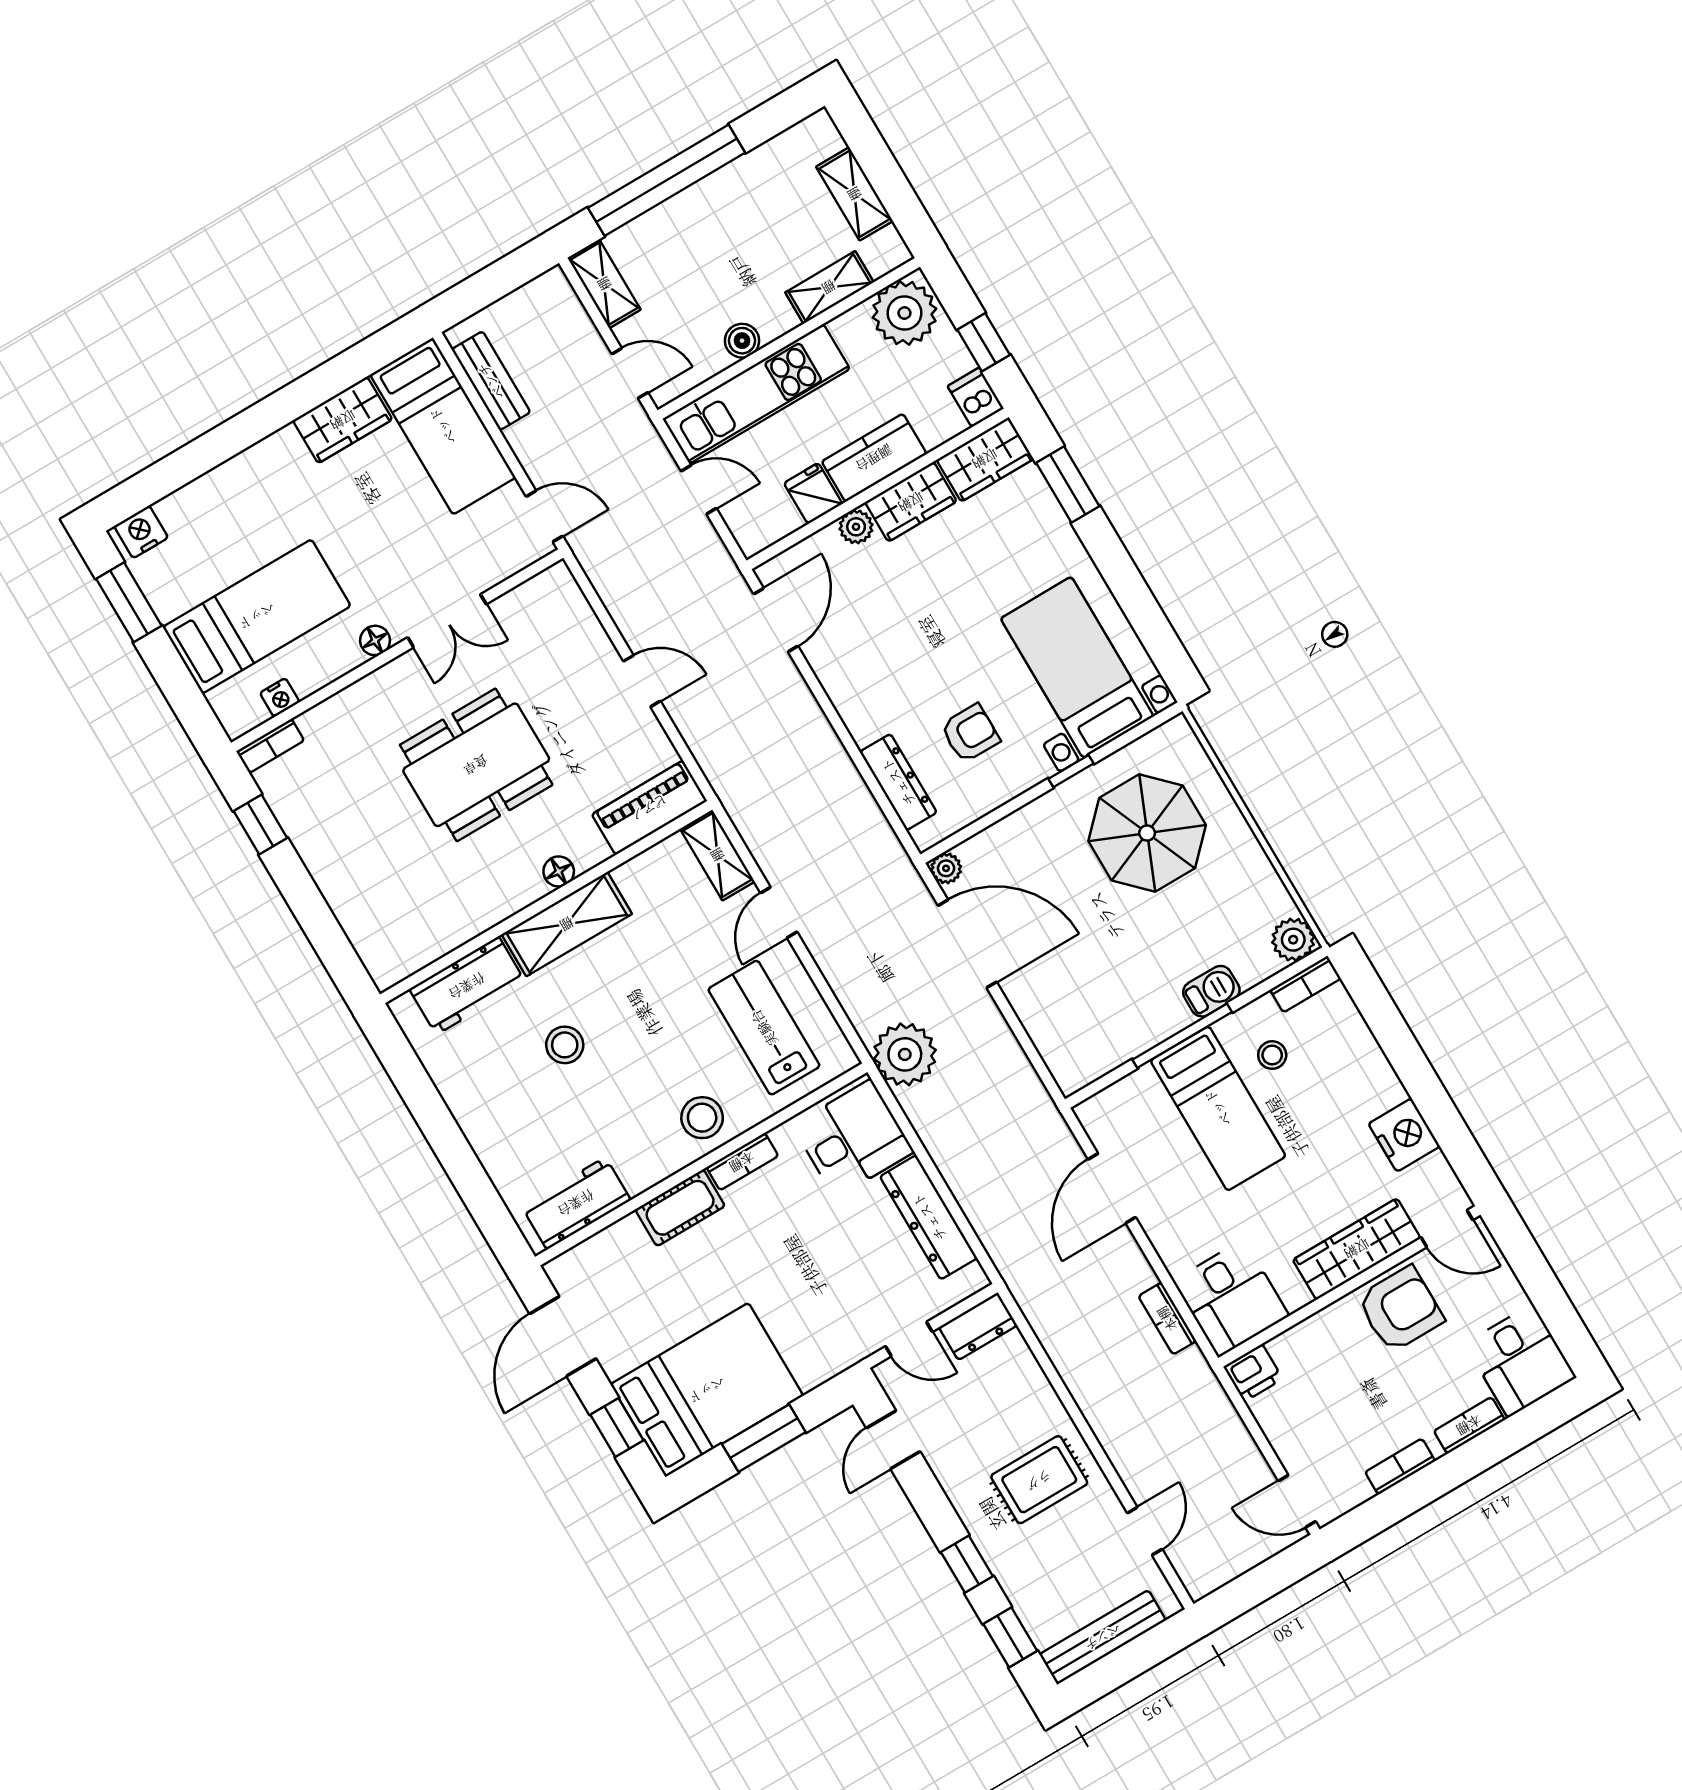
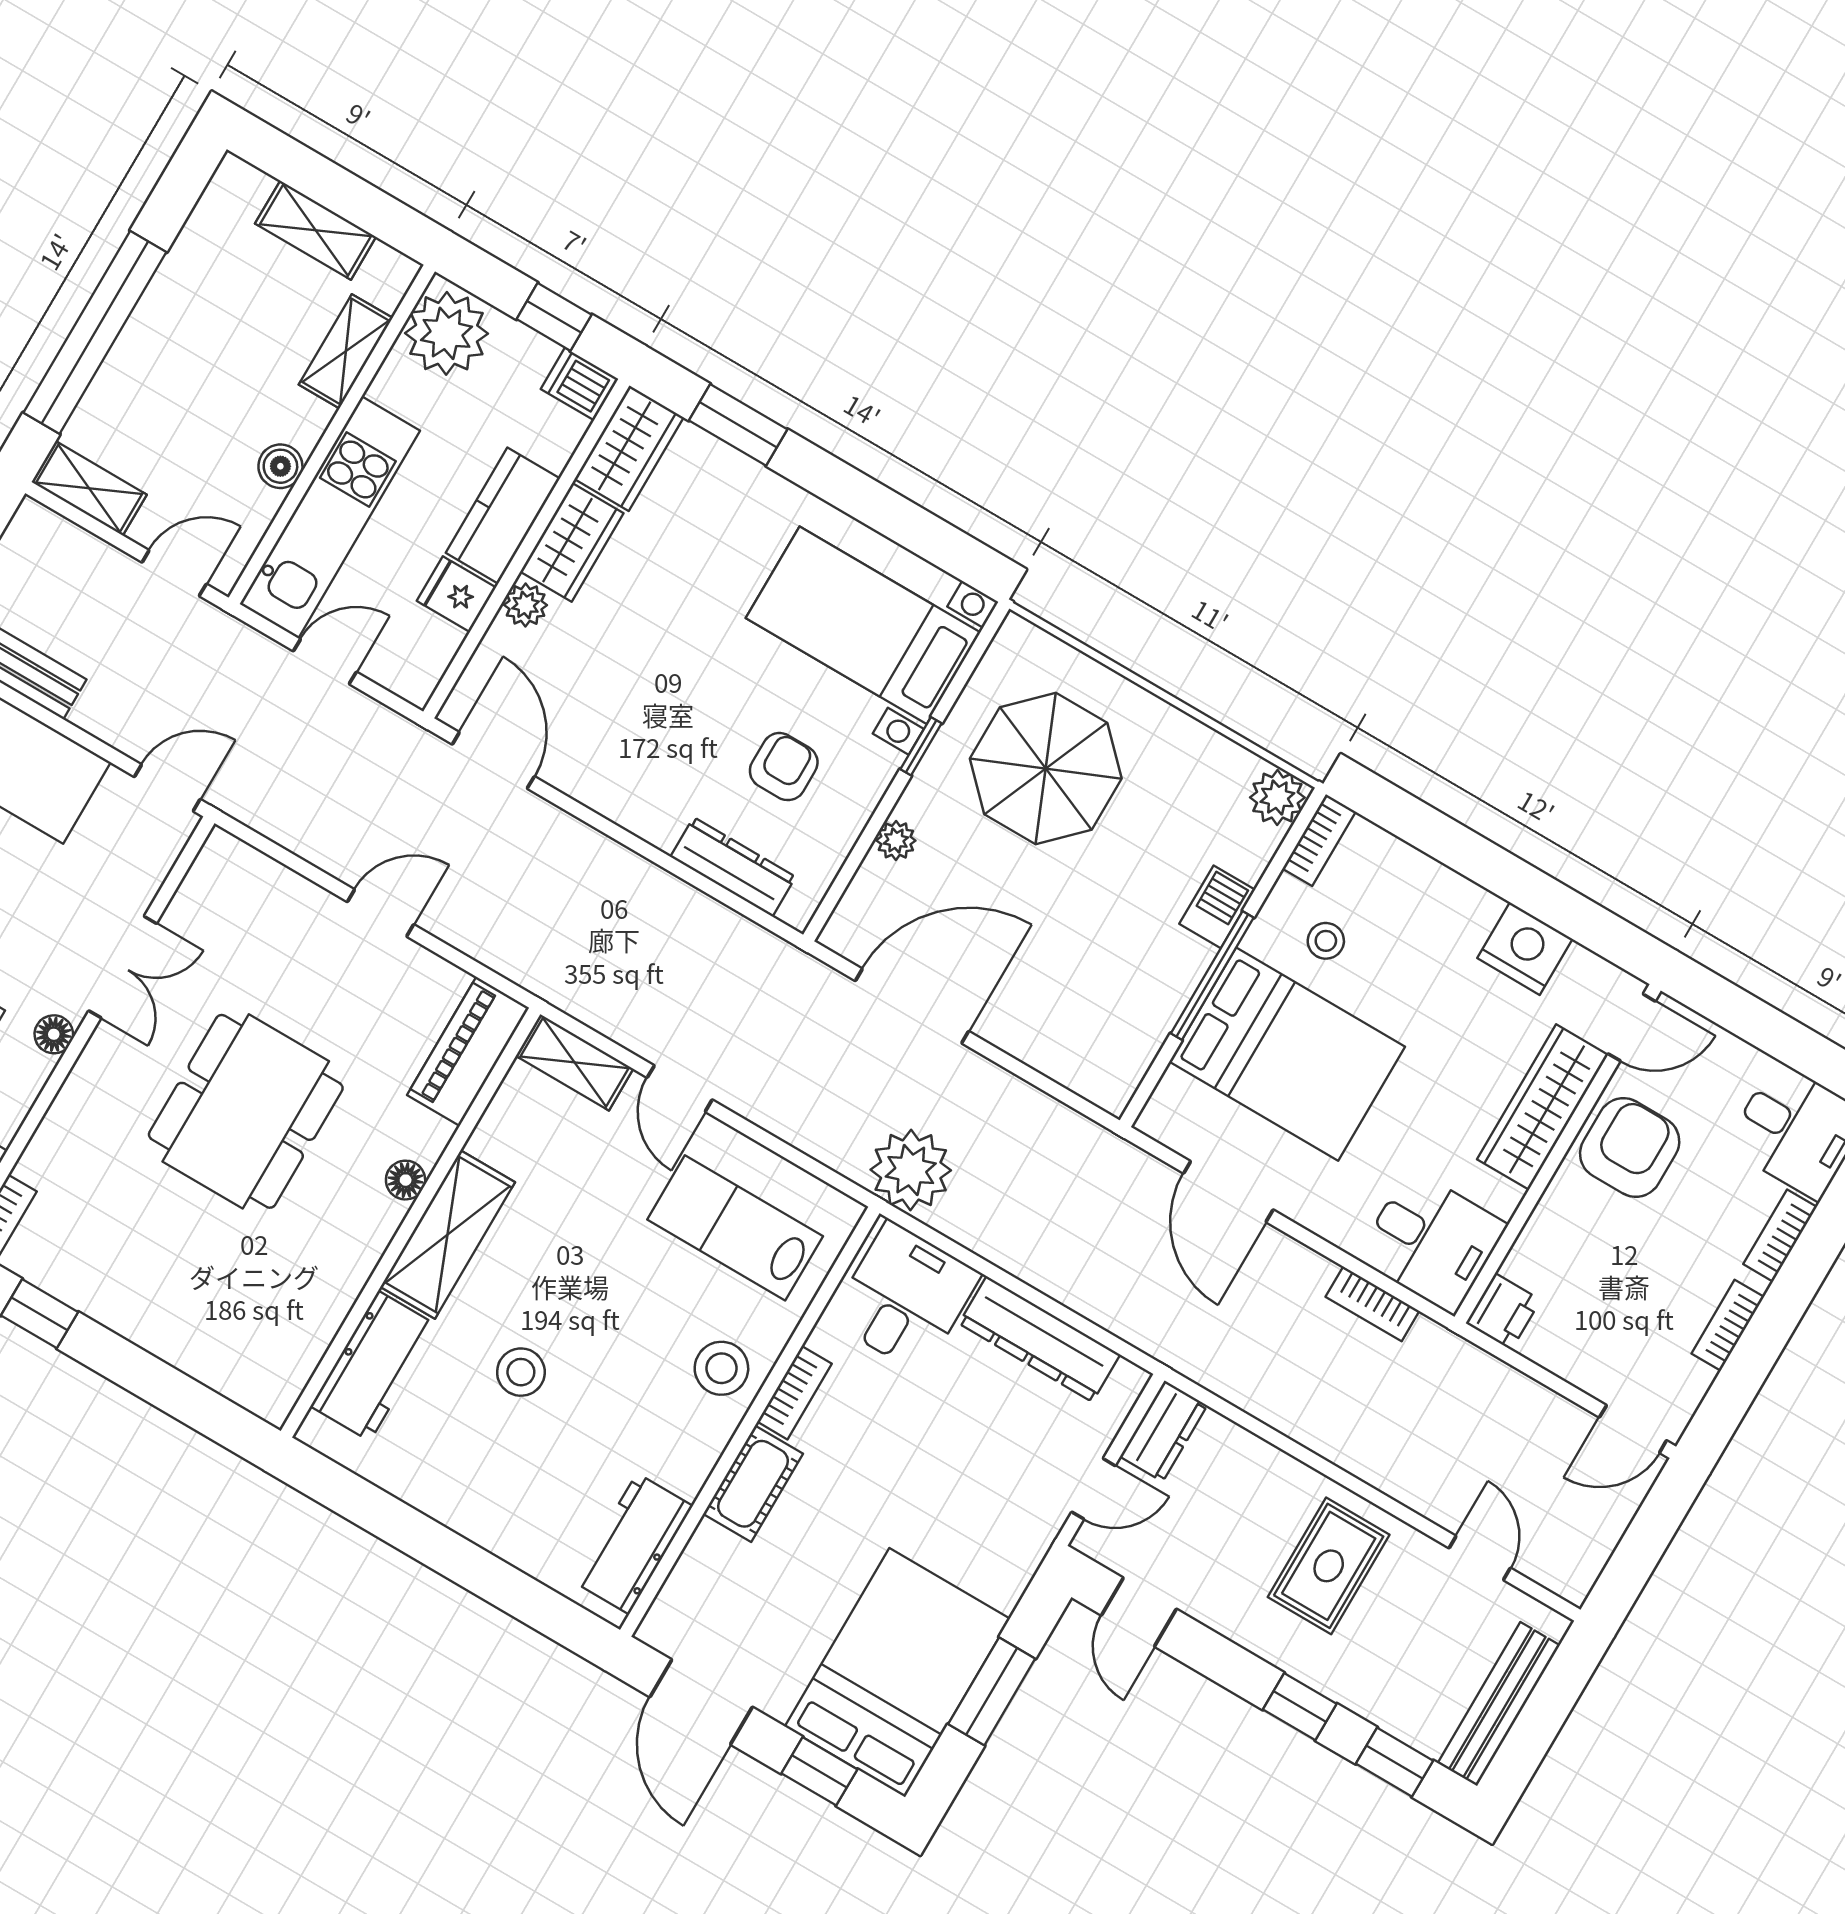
plant: (946, 868) -> (896, 840), moved
bed: (1218, 1108) -> (1287, 1054), width x1.50

